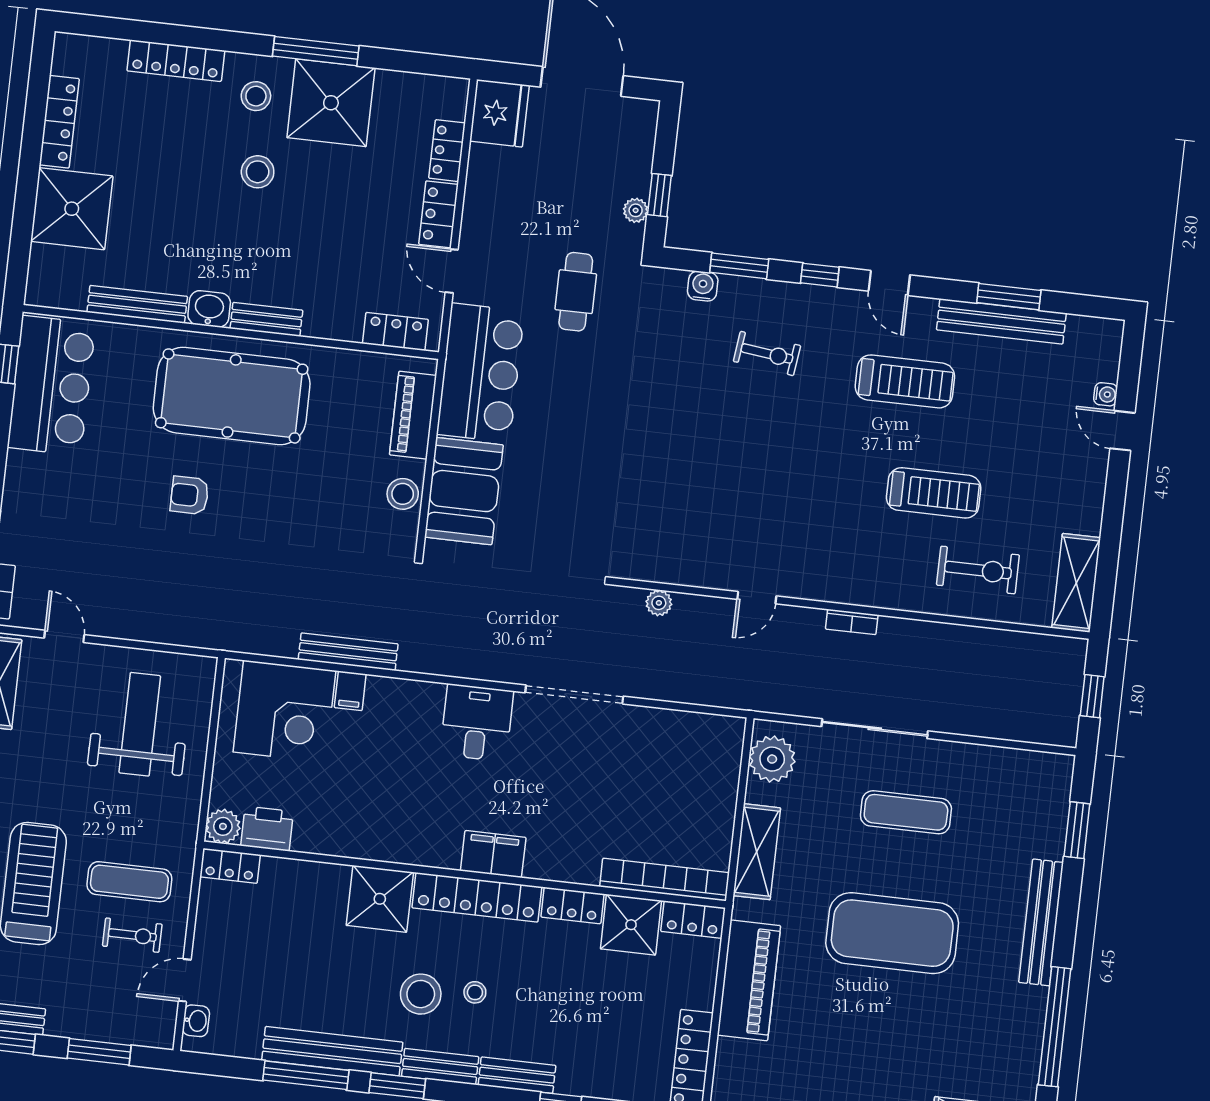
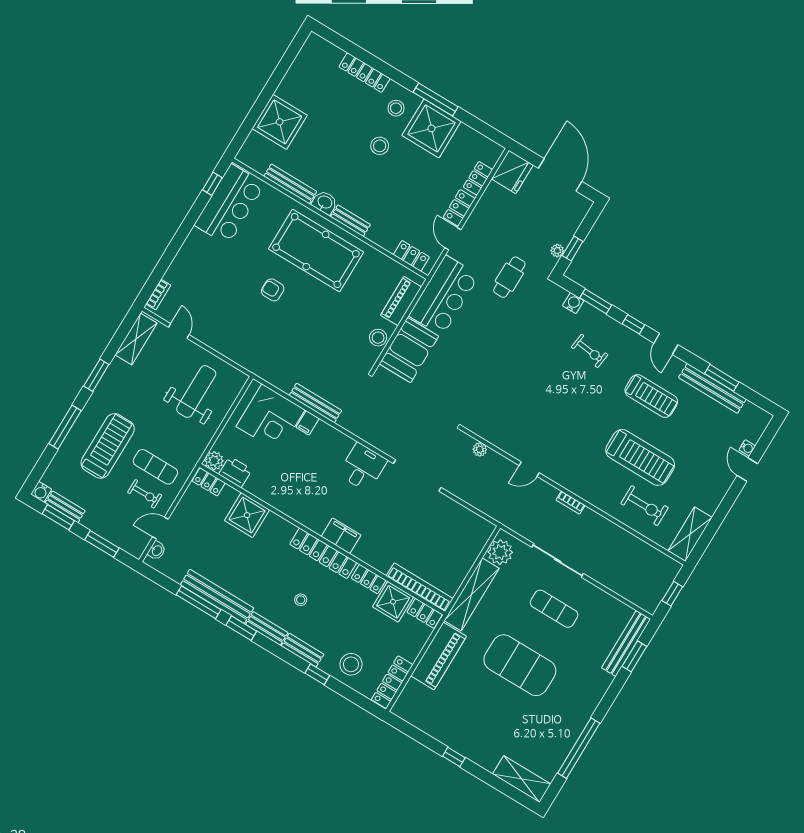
locker: (59, 122) -> (293, 76), removed
treadmill: (934, 493) -> (640, 457), width x1.37, depth x1.38
shelving: (757, 852) -> (472, 594), width x1.47
shower: (380, 899) -> (247, 515), moved
bench: (1041, 922) -> (626, 643), moved
stool: (421, 994) -> (351, 664), moved

